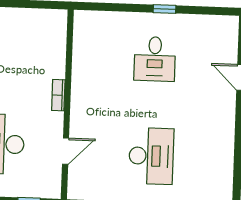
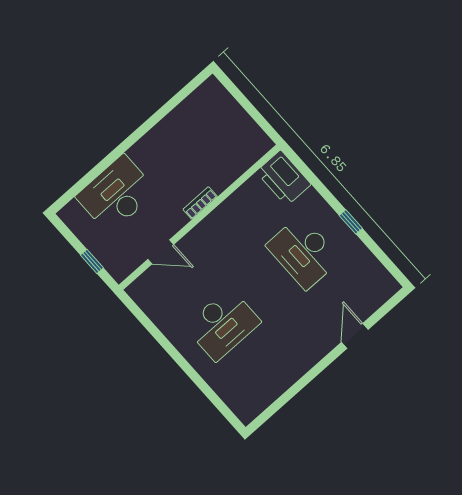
printer: (94, 25) -> (283, 178), added
desk: (155, 59) -> (303, 252), width x1.37

